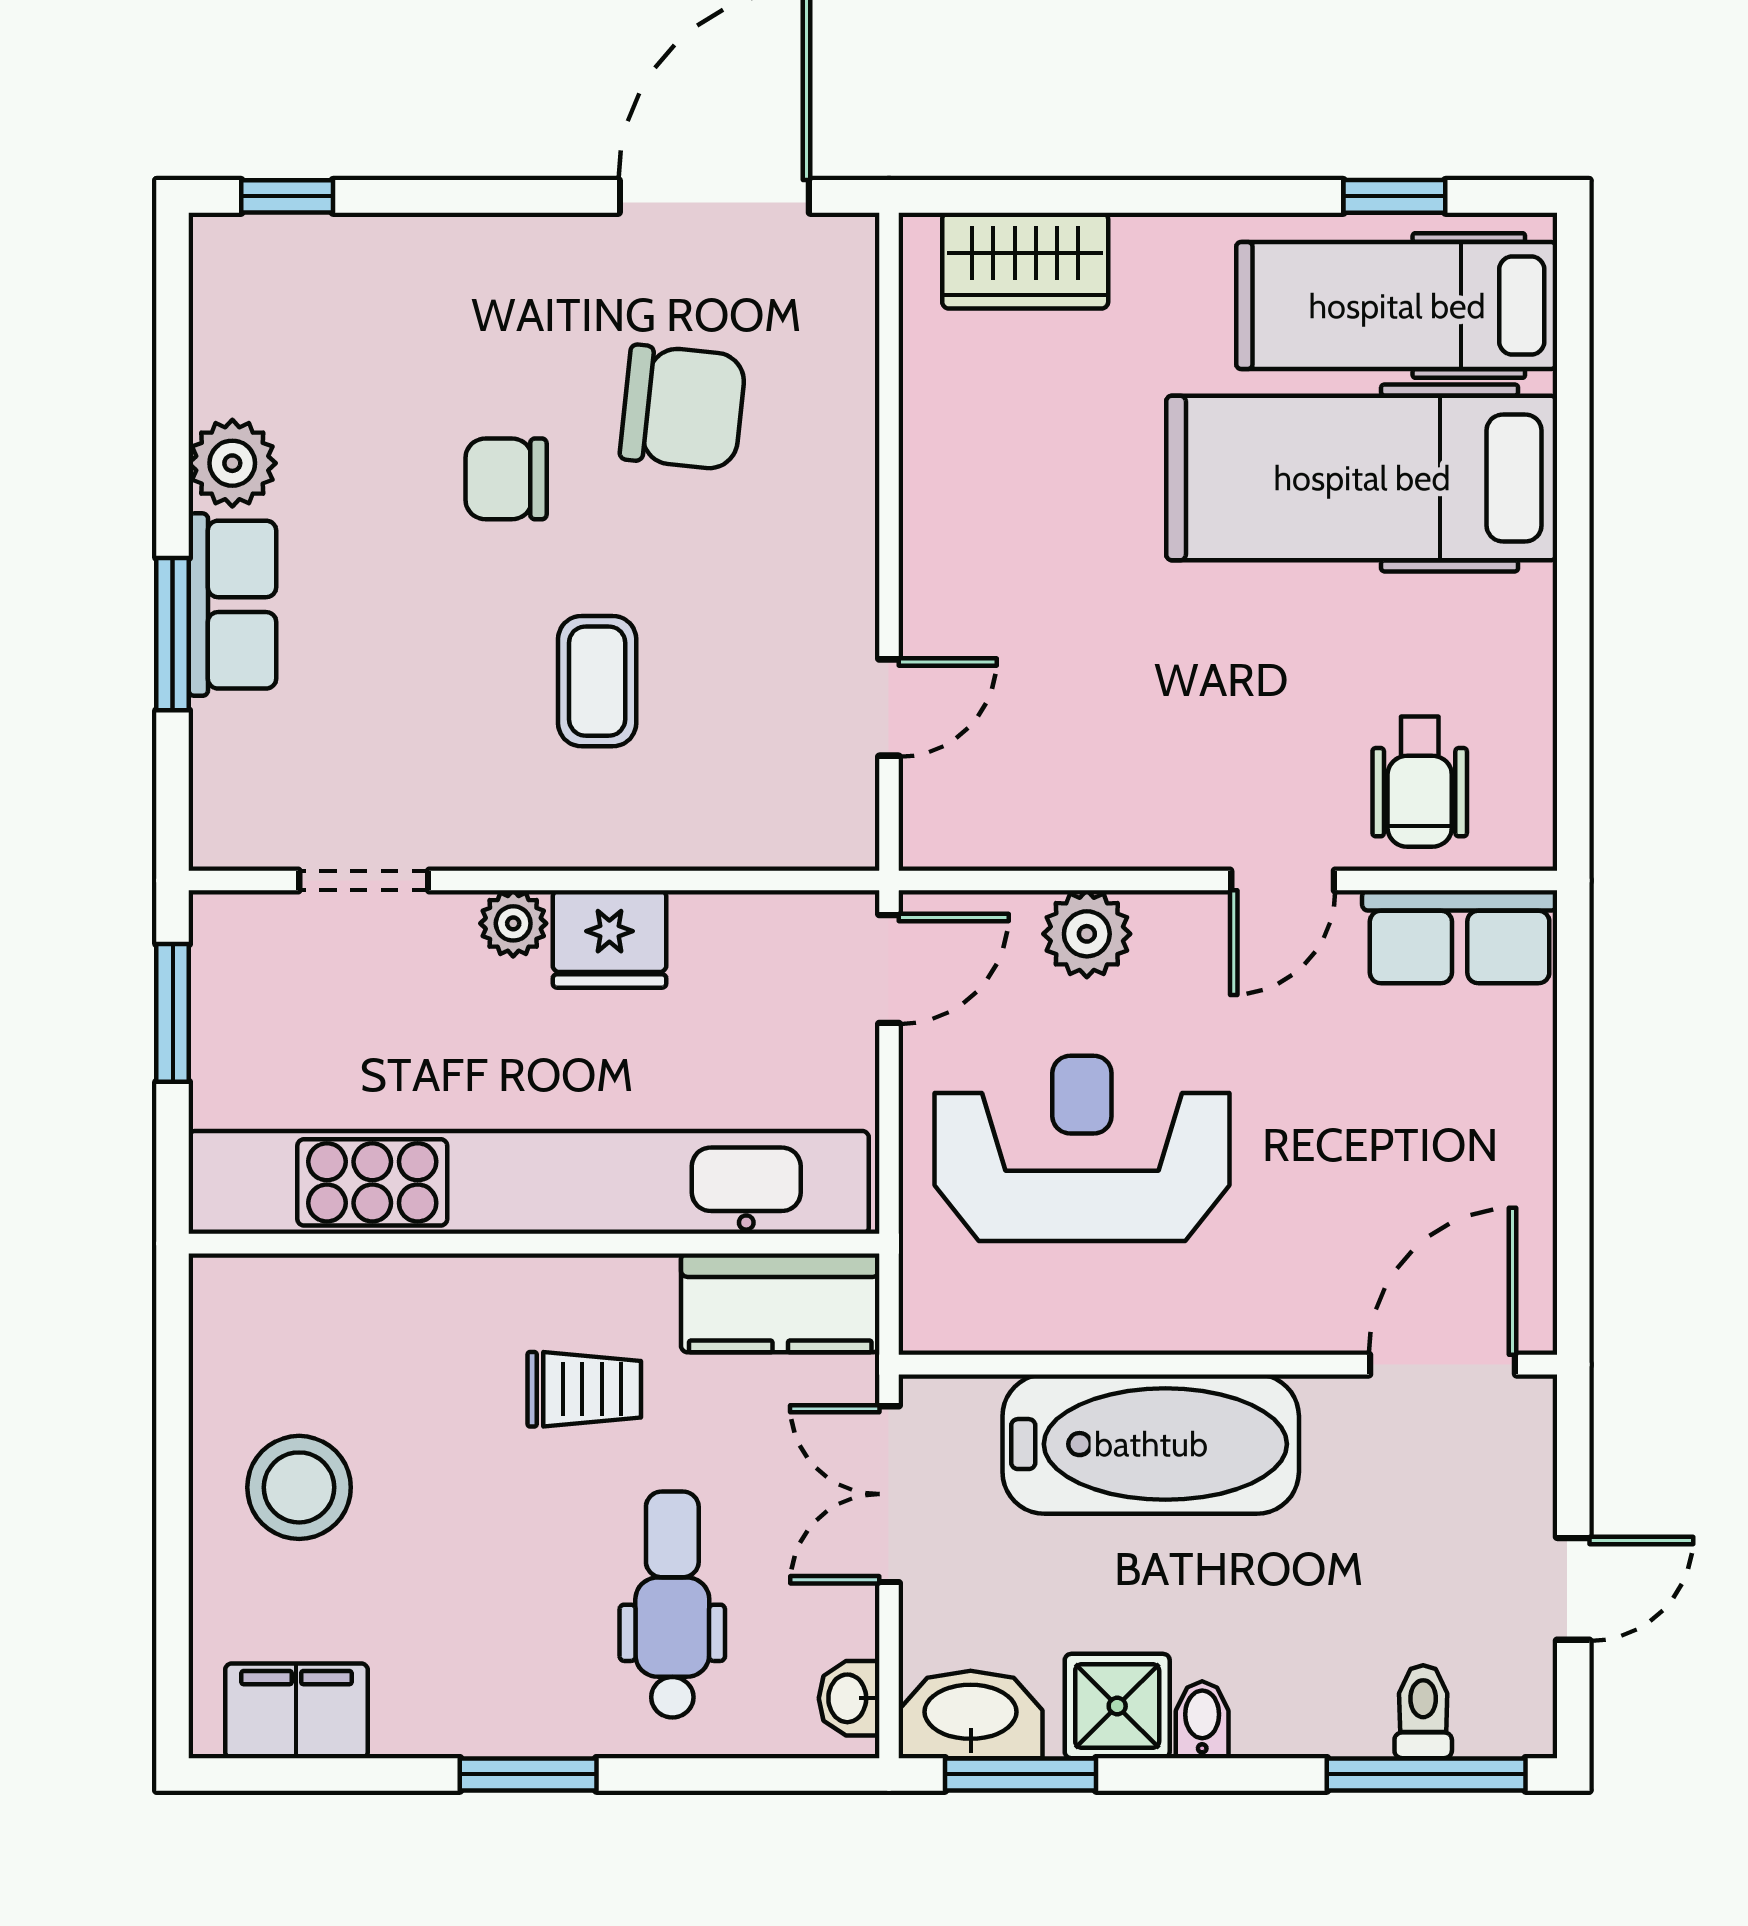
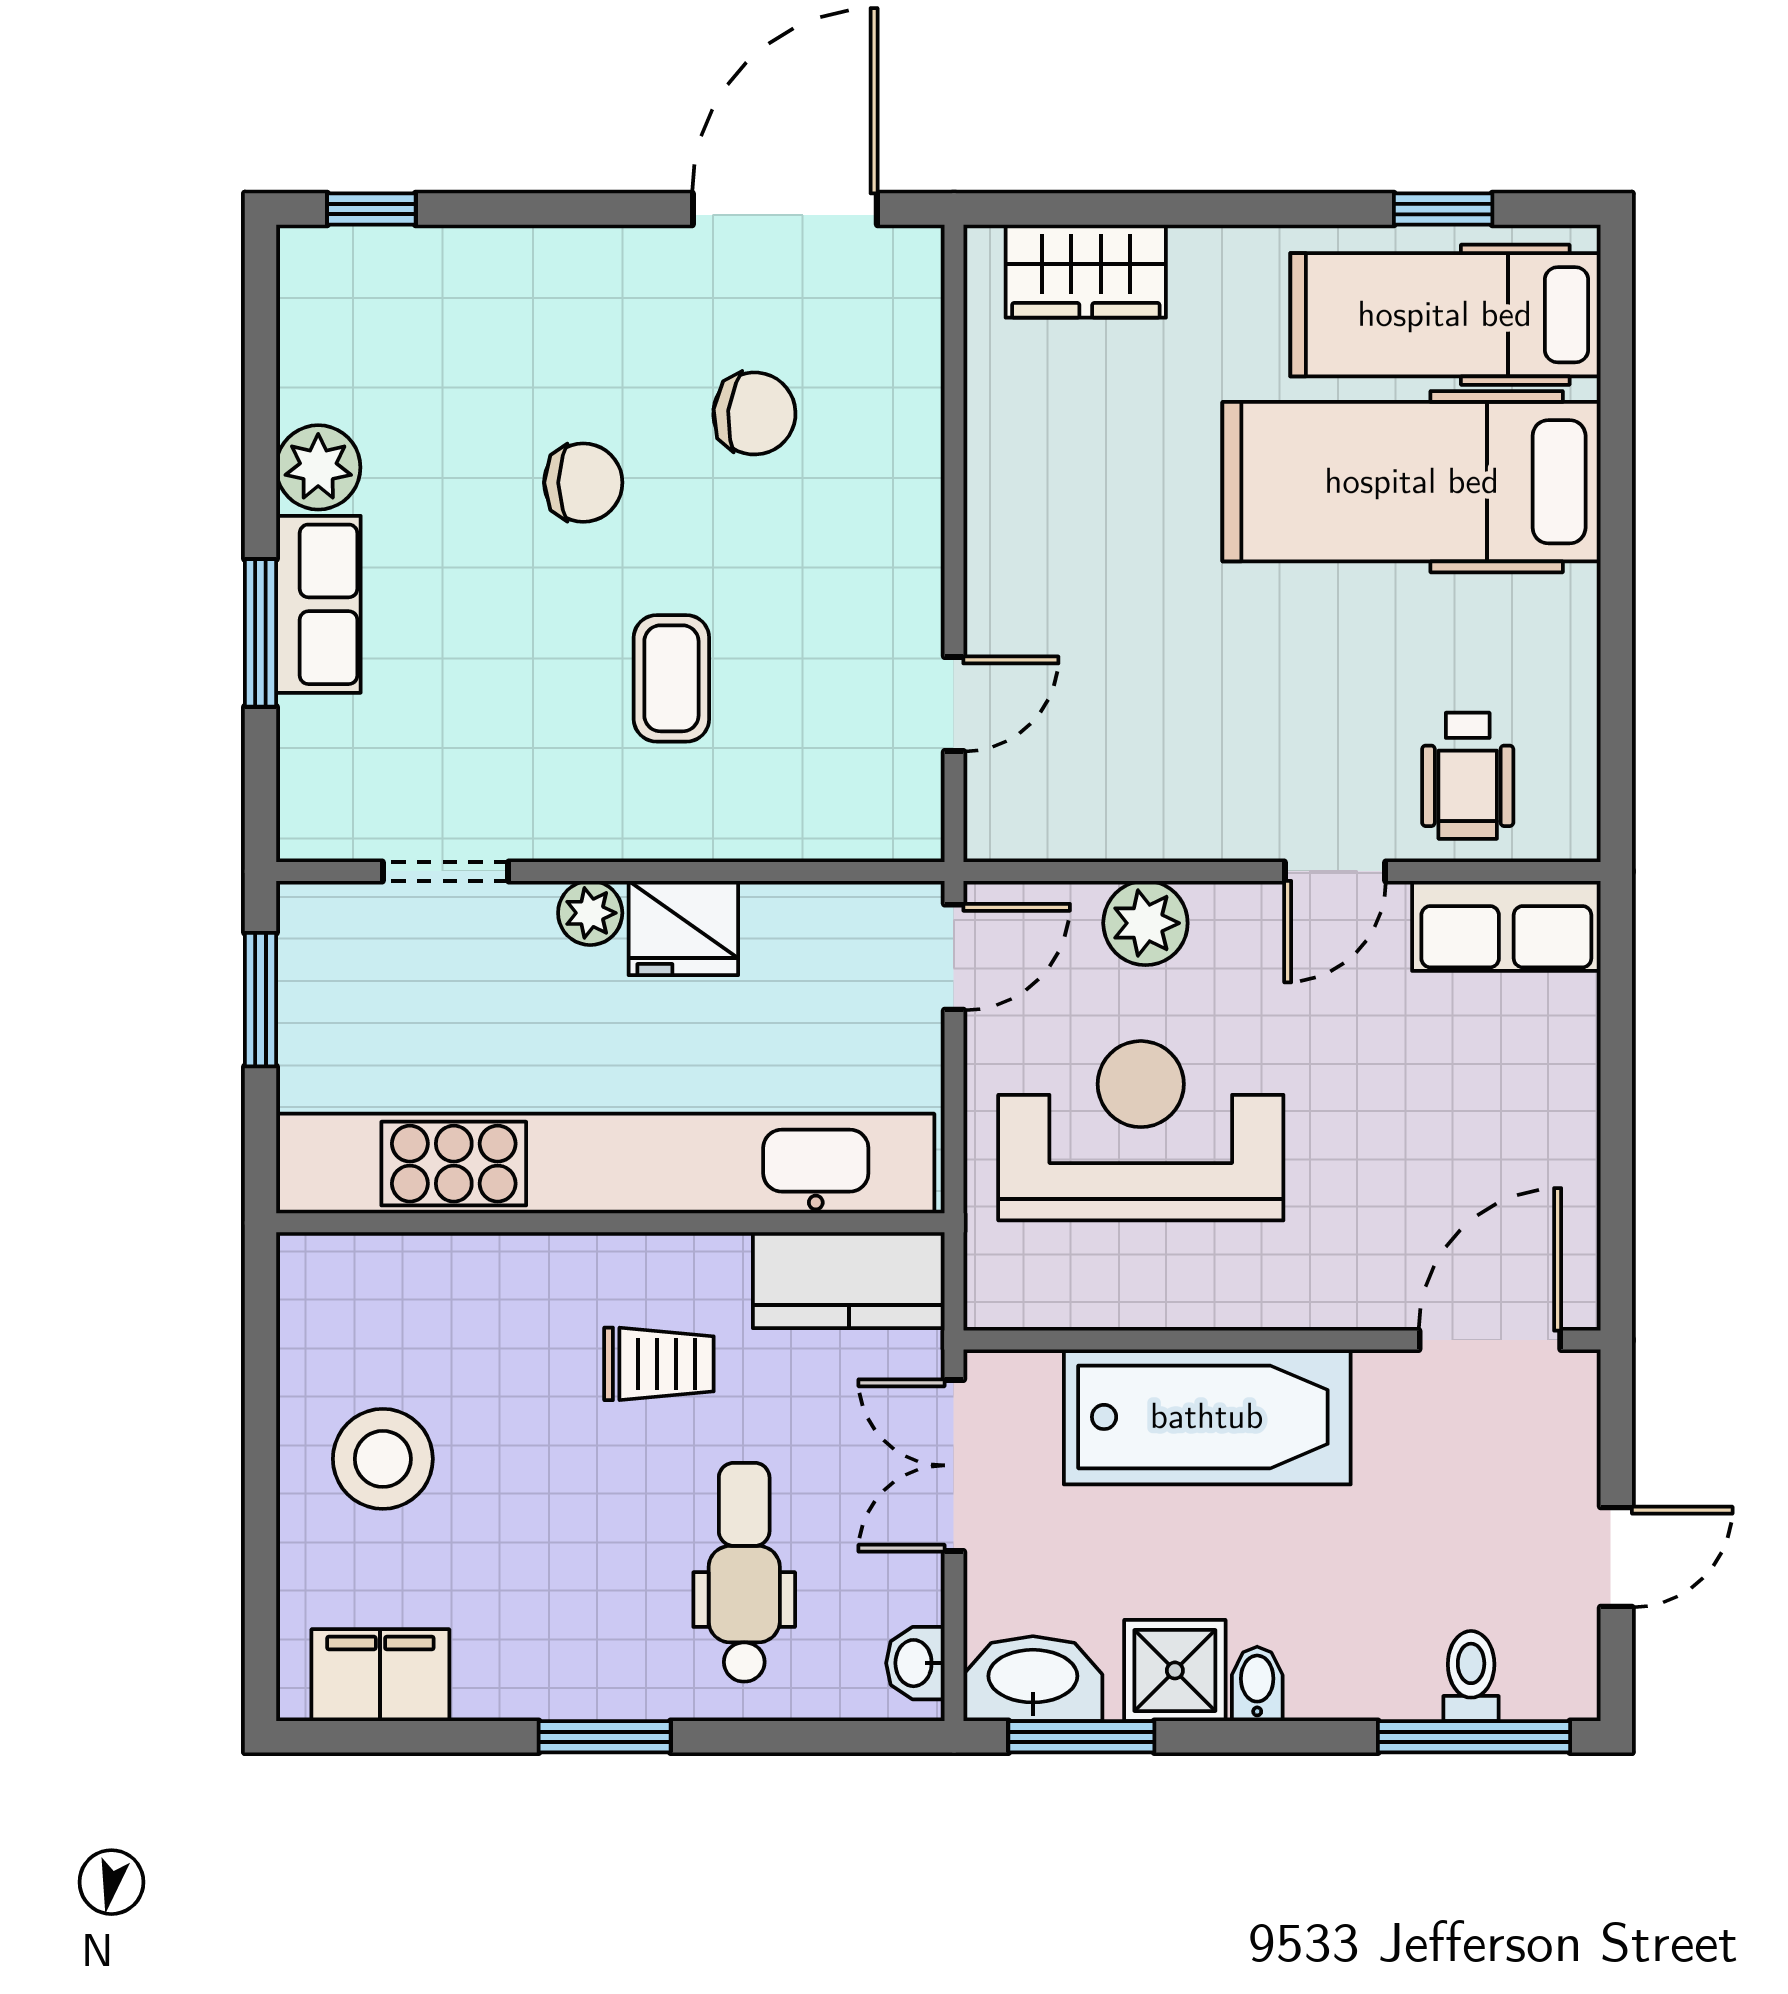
chair: (683, 407) -> (754, 413), width x0.73, depth x0.73
chair: (506, 479) -> (583, 483), turned 180

